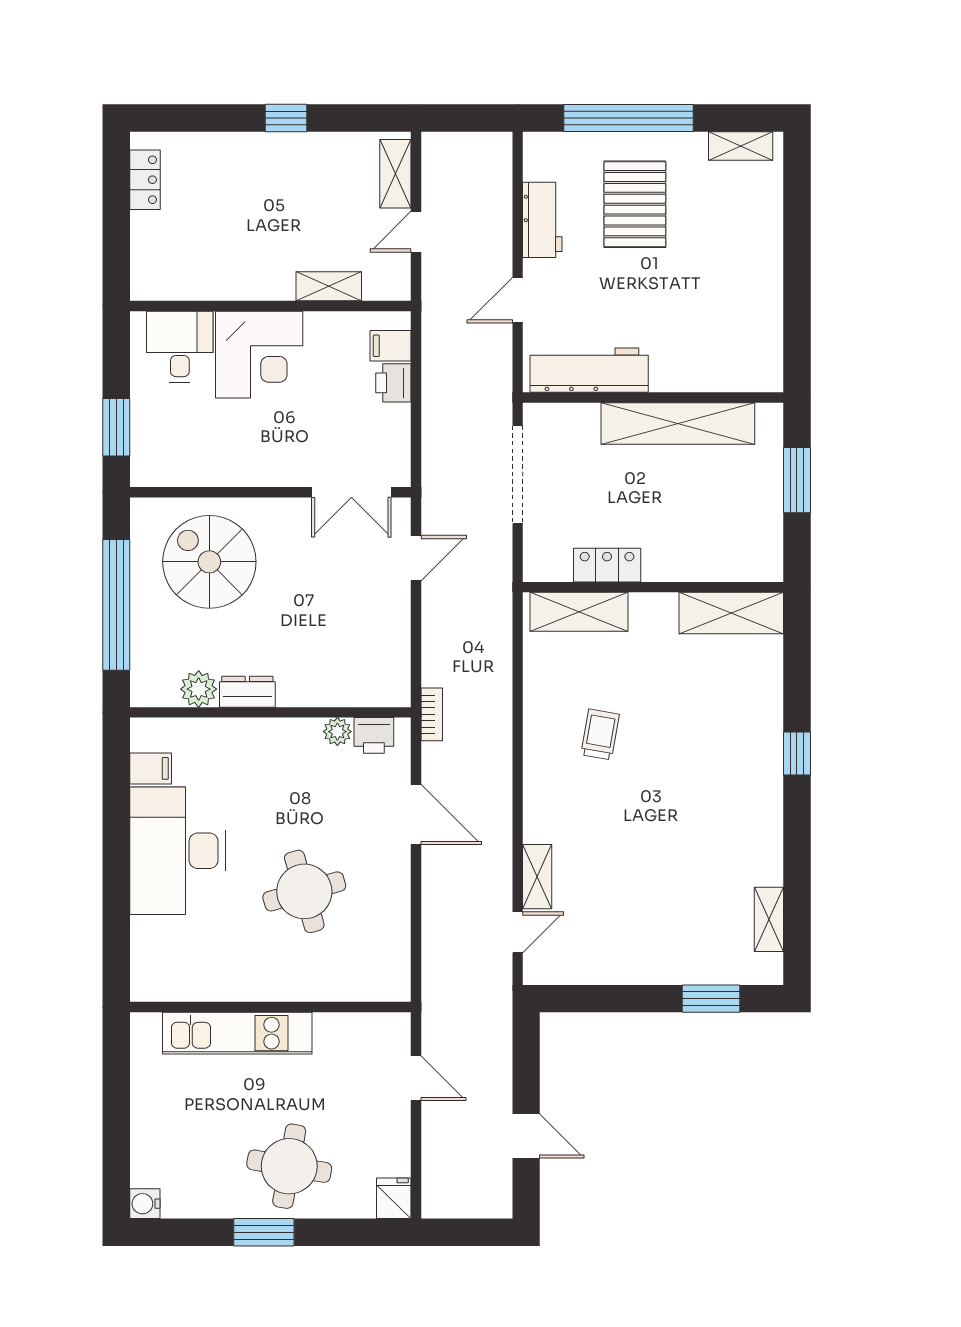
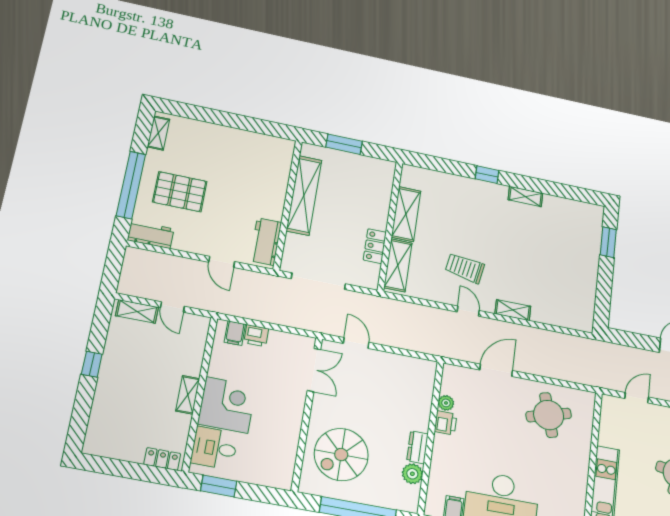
locker: (145, 180) -> (162, 459), moved
workbench: (542, 220) -> (151, 234), moved
shelving: (329, 286) -> (188, 395), moved
workbench: (589, 370) -> (266, 242), width x0.73
window: (116, 427) -> (219, 486), moved
shelving: (731, 613) -> (406, 214), moved
bookcase: (432, 714) -> (443, 351), removed
trolley: (600, 734) -> (465, 268), width x1.36, depth x1.39
printer: (374, 735) -> (446, 423), moved
shelving: (537, 877) -> (513, 310), moved
round table: (304, 891) -> (549, 415), moved
shelving: (769, 919) -> (525, 196), moved
door: (518, 932) -> (468, 311), moved

